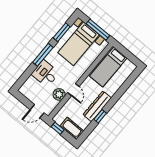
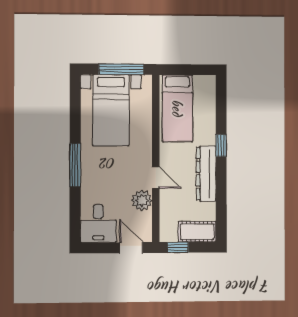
window: (62, 32) -> (75, 113), removed
desk: (45, 74) -> (98, 223), moved, turned -90
door: (37, 111) -> (131, 248), swing flipped
window: (100, 116) -> (221, 145), moved

